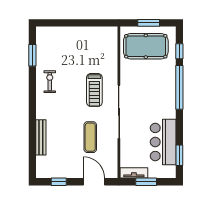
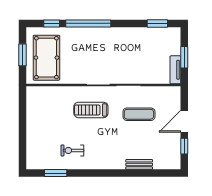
exercise bike: (50, 82) -> (72, 150), moved
treadmill: (94, 90) -> (91, 110), turned 180
bench: (41, 137) -> (139, 164), width x0.73
bar counter: (163, 142) -> (144, 40), removed
door: (94, 182) -> (184, 121), moved

